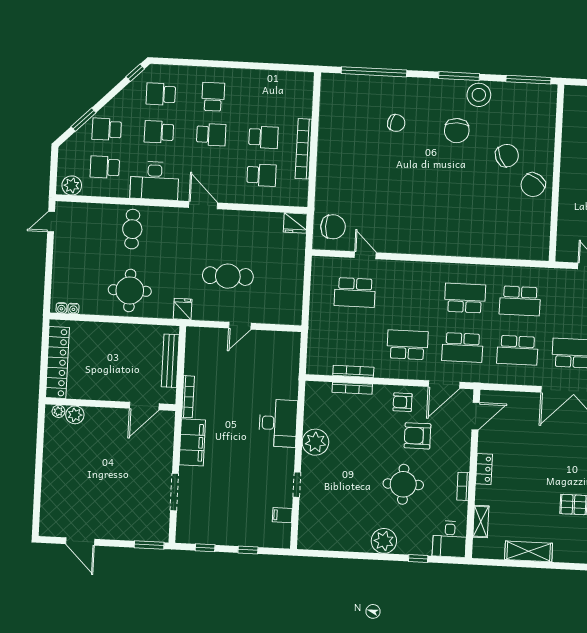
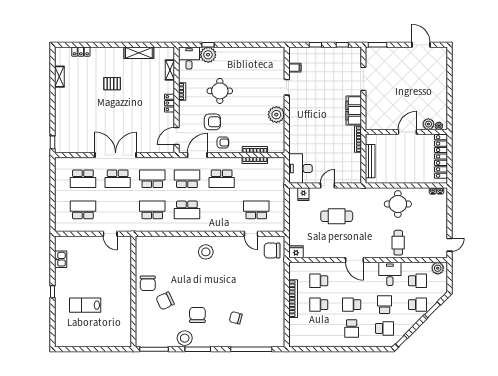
school desk: (159, 132) -> (385, 305), turned -90
desk: (154, 181) -> (390, 274), width x0.73
chair: (533, 185) -> (148, 283), turned 146
stool: (438, 230) -> (206, 252), added
fridge: (183, 309) -> (303, 194), moved
door: (144, 406) -> (407, 132), moved
desk: (278, 423) -> (300, 169), moved
plant: (384, 541) -> (208, 55), moved

